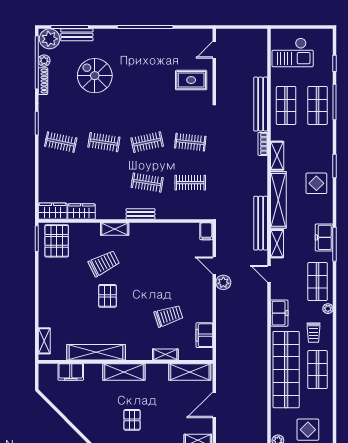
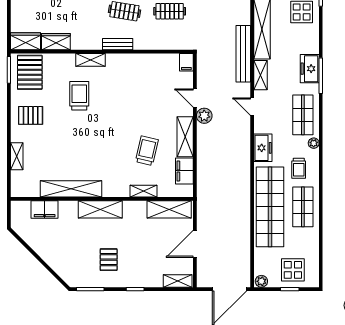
trolley: (104, 263) -> (79, 96), turned -63
pallet: (107, 296) -> (31, 115), moved, turned 90
shelving: (205, 302) -> (185, 137), added
trolley: (168, 316) -> (147, 151), turned -59
shelving: (44, 341) -> (17, 156), moved

